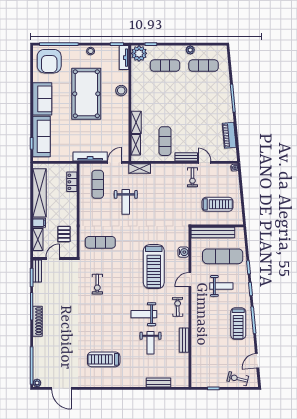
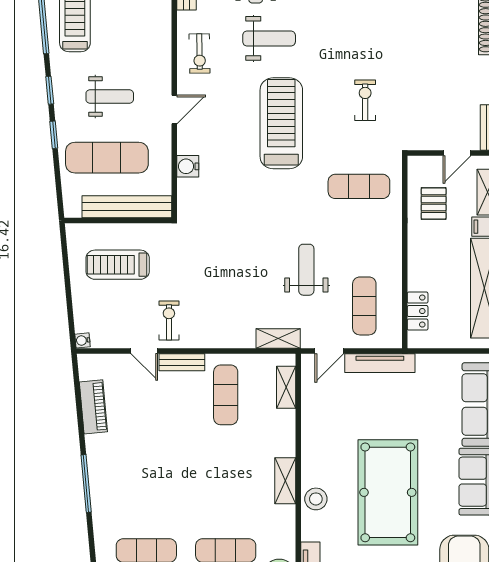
shelving: (136, 122) -> (285, 481), moved
treadmill: (154, 267) -> (281, 123), moved
weight bench: (221, 286) -> (110, 97), turned 180

